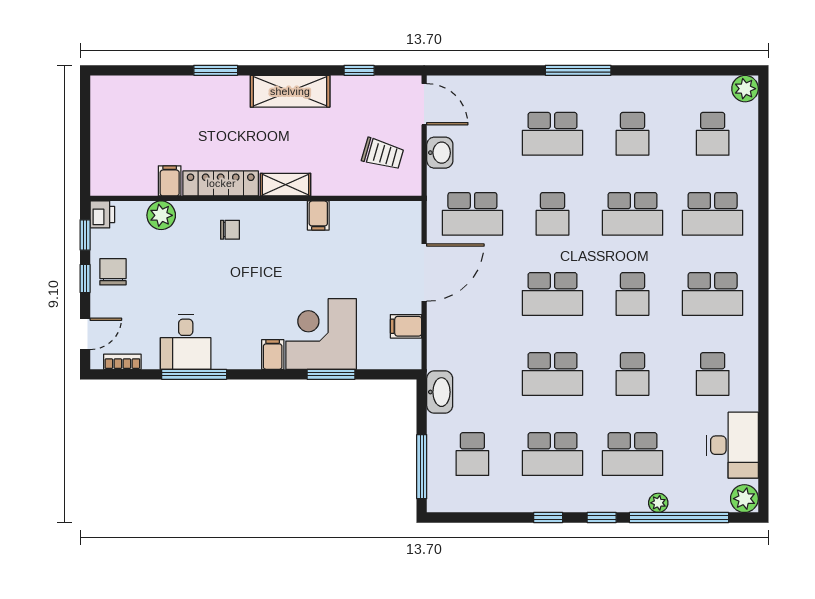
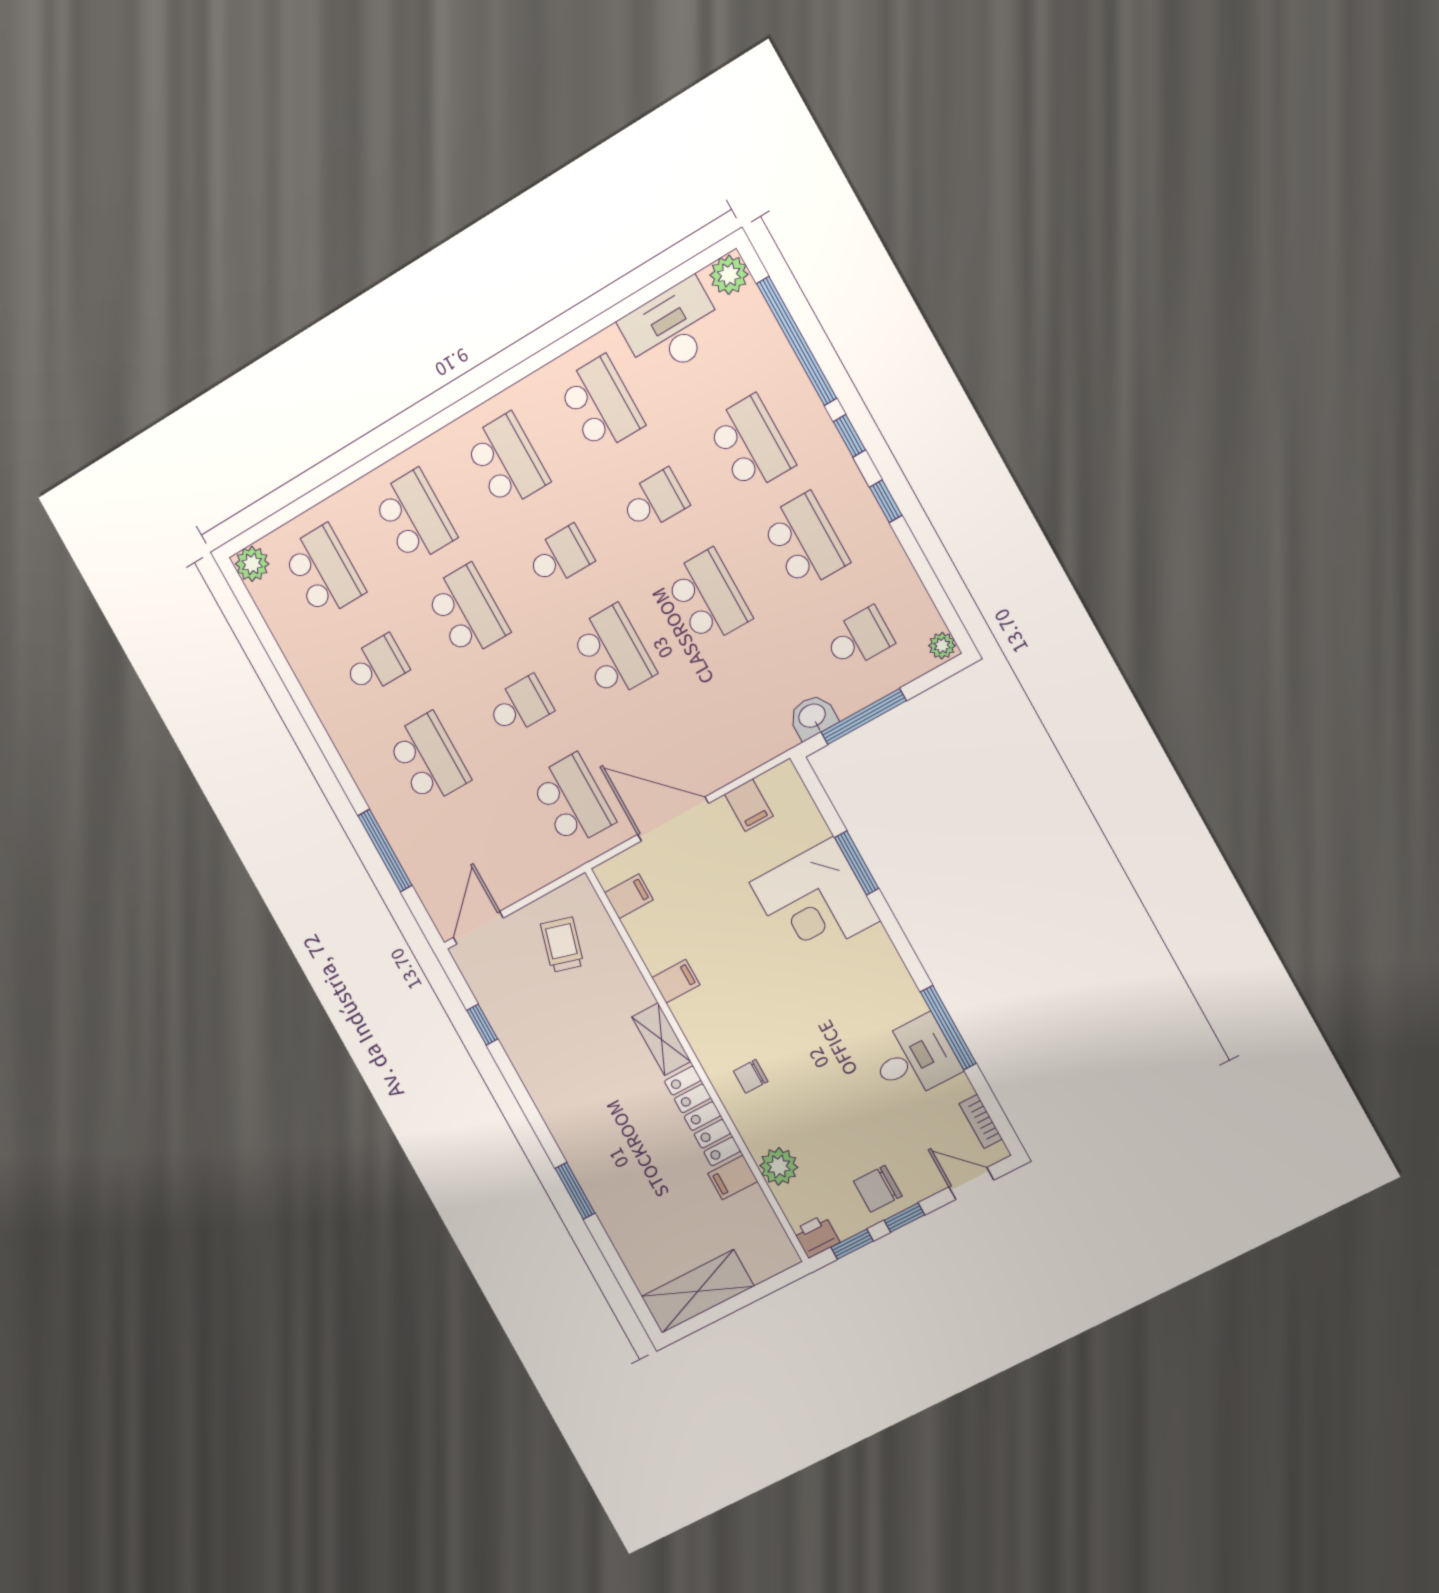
window: (578, 70) -> (385, 850), moved
shelving: (290, 91) -> (698, 1291), moved, turned 90
school desk: (713, 134) -> (324, 571), width x1.85
washbasin: (440, 153) -> (523, 879), removed
chair: (230, 230) -> (751, 1076), turned -90
filing cabinet: (273, 354) -> (629, 896), moved, turned 180
school desk: (713, 374) -> (601, 404), width x1.85
washbasin: (440, 392) -> (813, 717), width x0.72
window: (422, 467) -> (864, 716), moved
plant: (658, 503) -> (942, 646), moved

